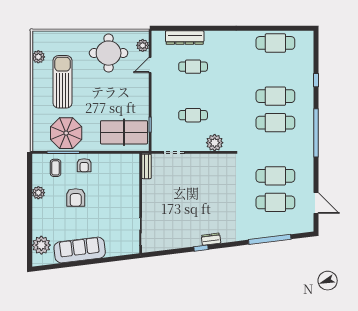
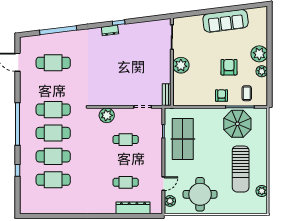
cafe table: (275, 43) -> (53, 180), moved
table tennis table: (124, 132) -> (183, 139), moved, turned 90
cafe table: (275, 176) -> (53, 110), moved
plant: (130, 200) -> (181, 65), added
plant: (41, 245) -> (259, 54), moved

